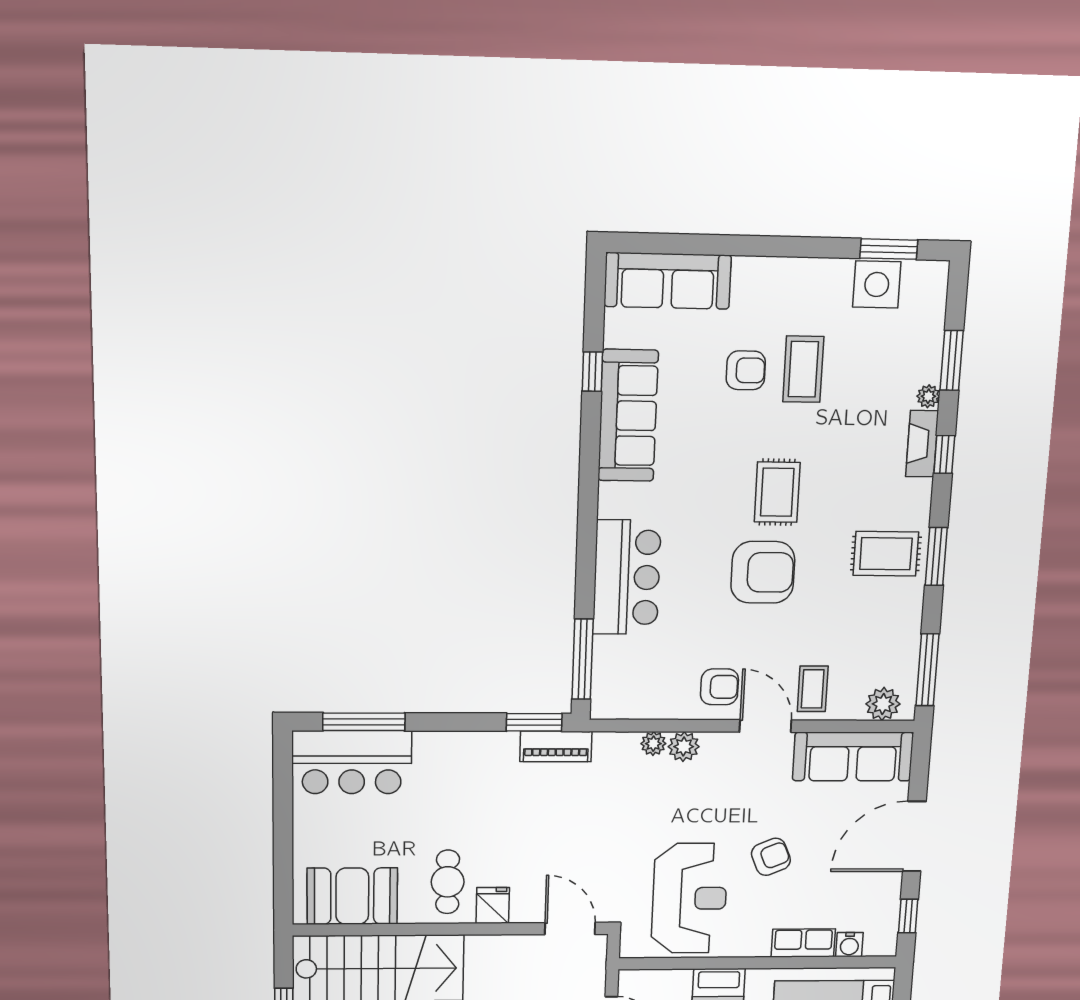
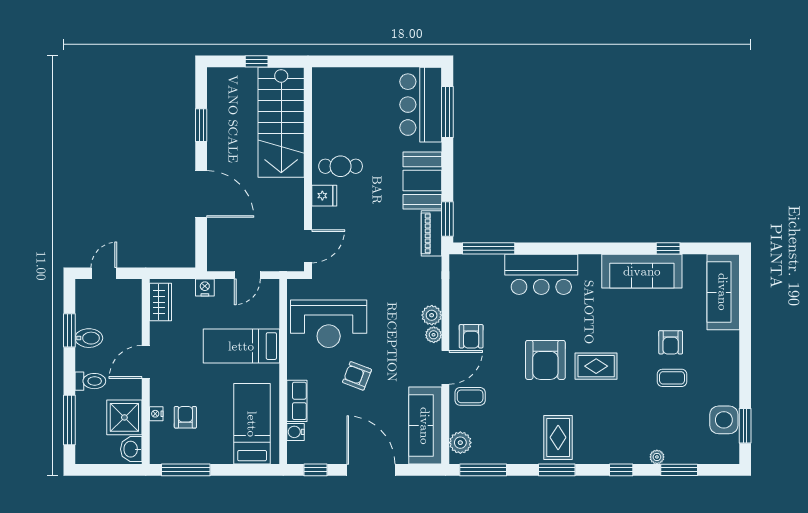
coffee table: (803, 369) -> (672, 378), width x0.73, depth x0.77
fireplace: (922, 444) -> (628, 455), removed
plant: (653, 744) -> (434, 335), moved
armchair: (771, 857) -> (357, 376), turned 134
booth: (352, 896) -> (422, 181), moved

